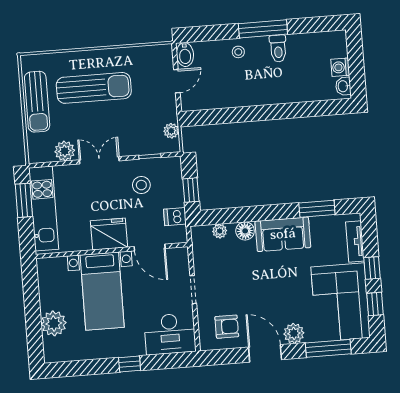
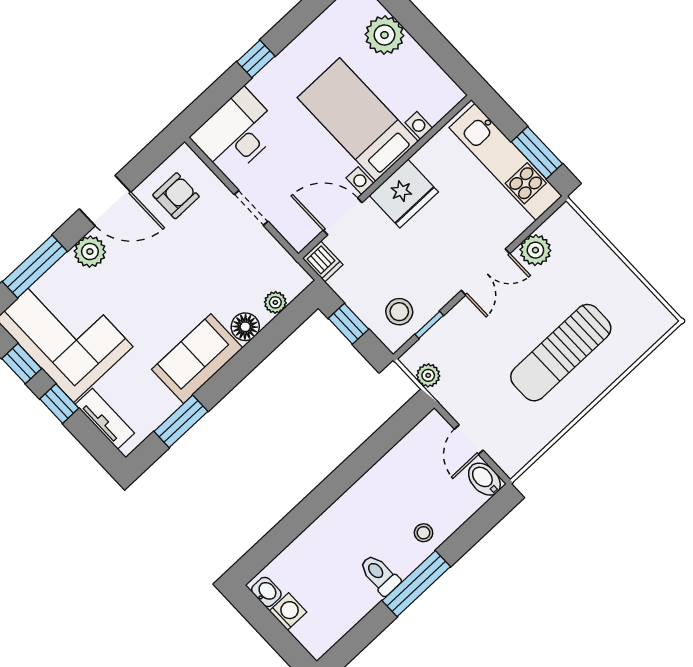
sun lounger: (37, 102) -> (615, 282), removed
stool: (141, 185) -> (399, 312), moved
dishwasher: (175, 217) -> (323, 262), moved, turned 90
armchair: (227, 327) -> (176, 196), turned 180

